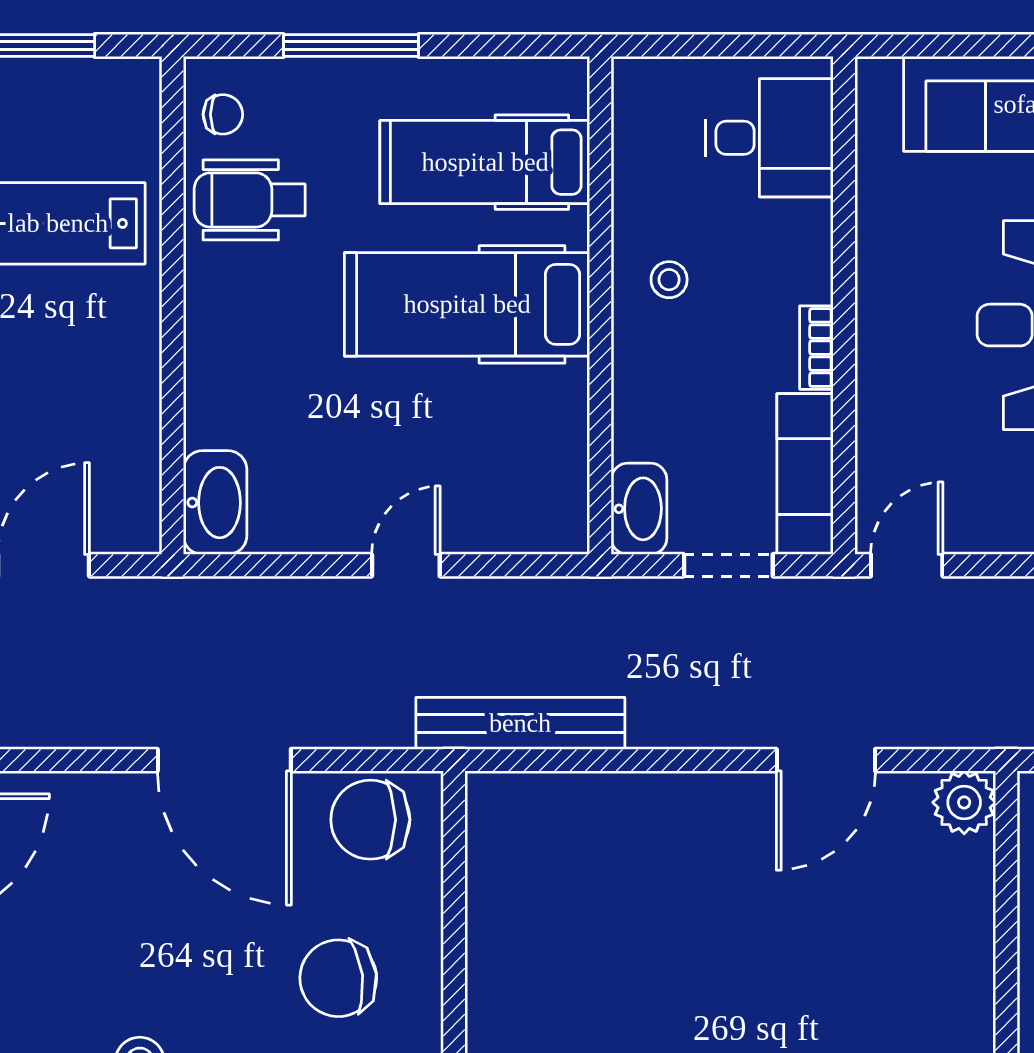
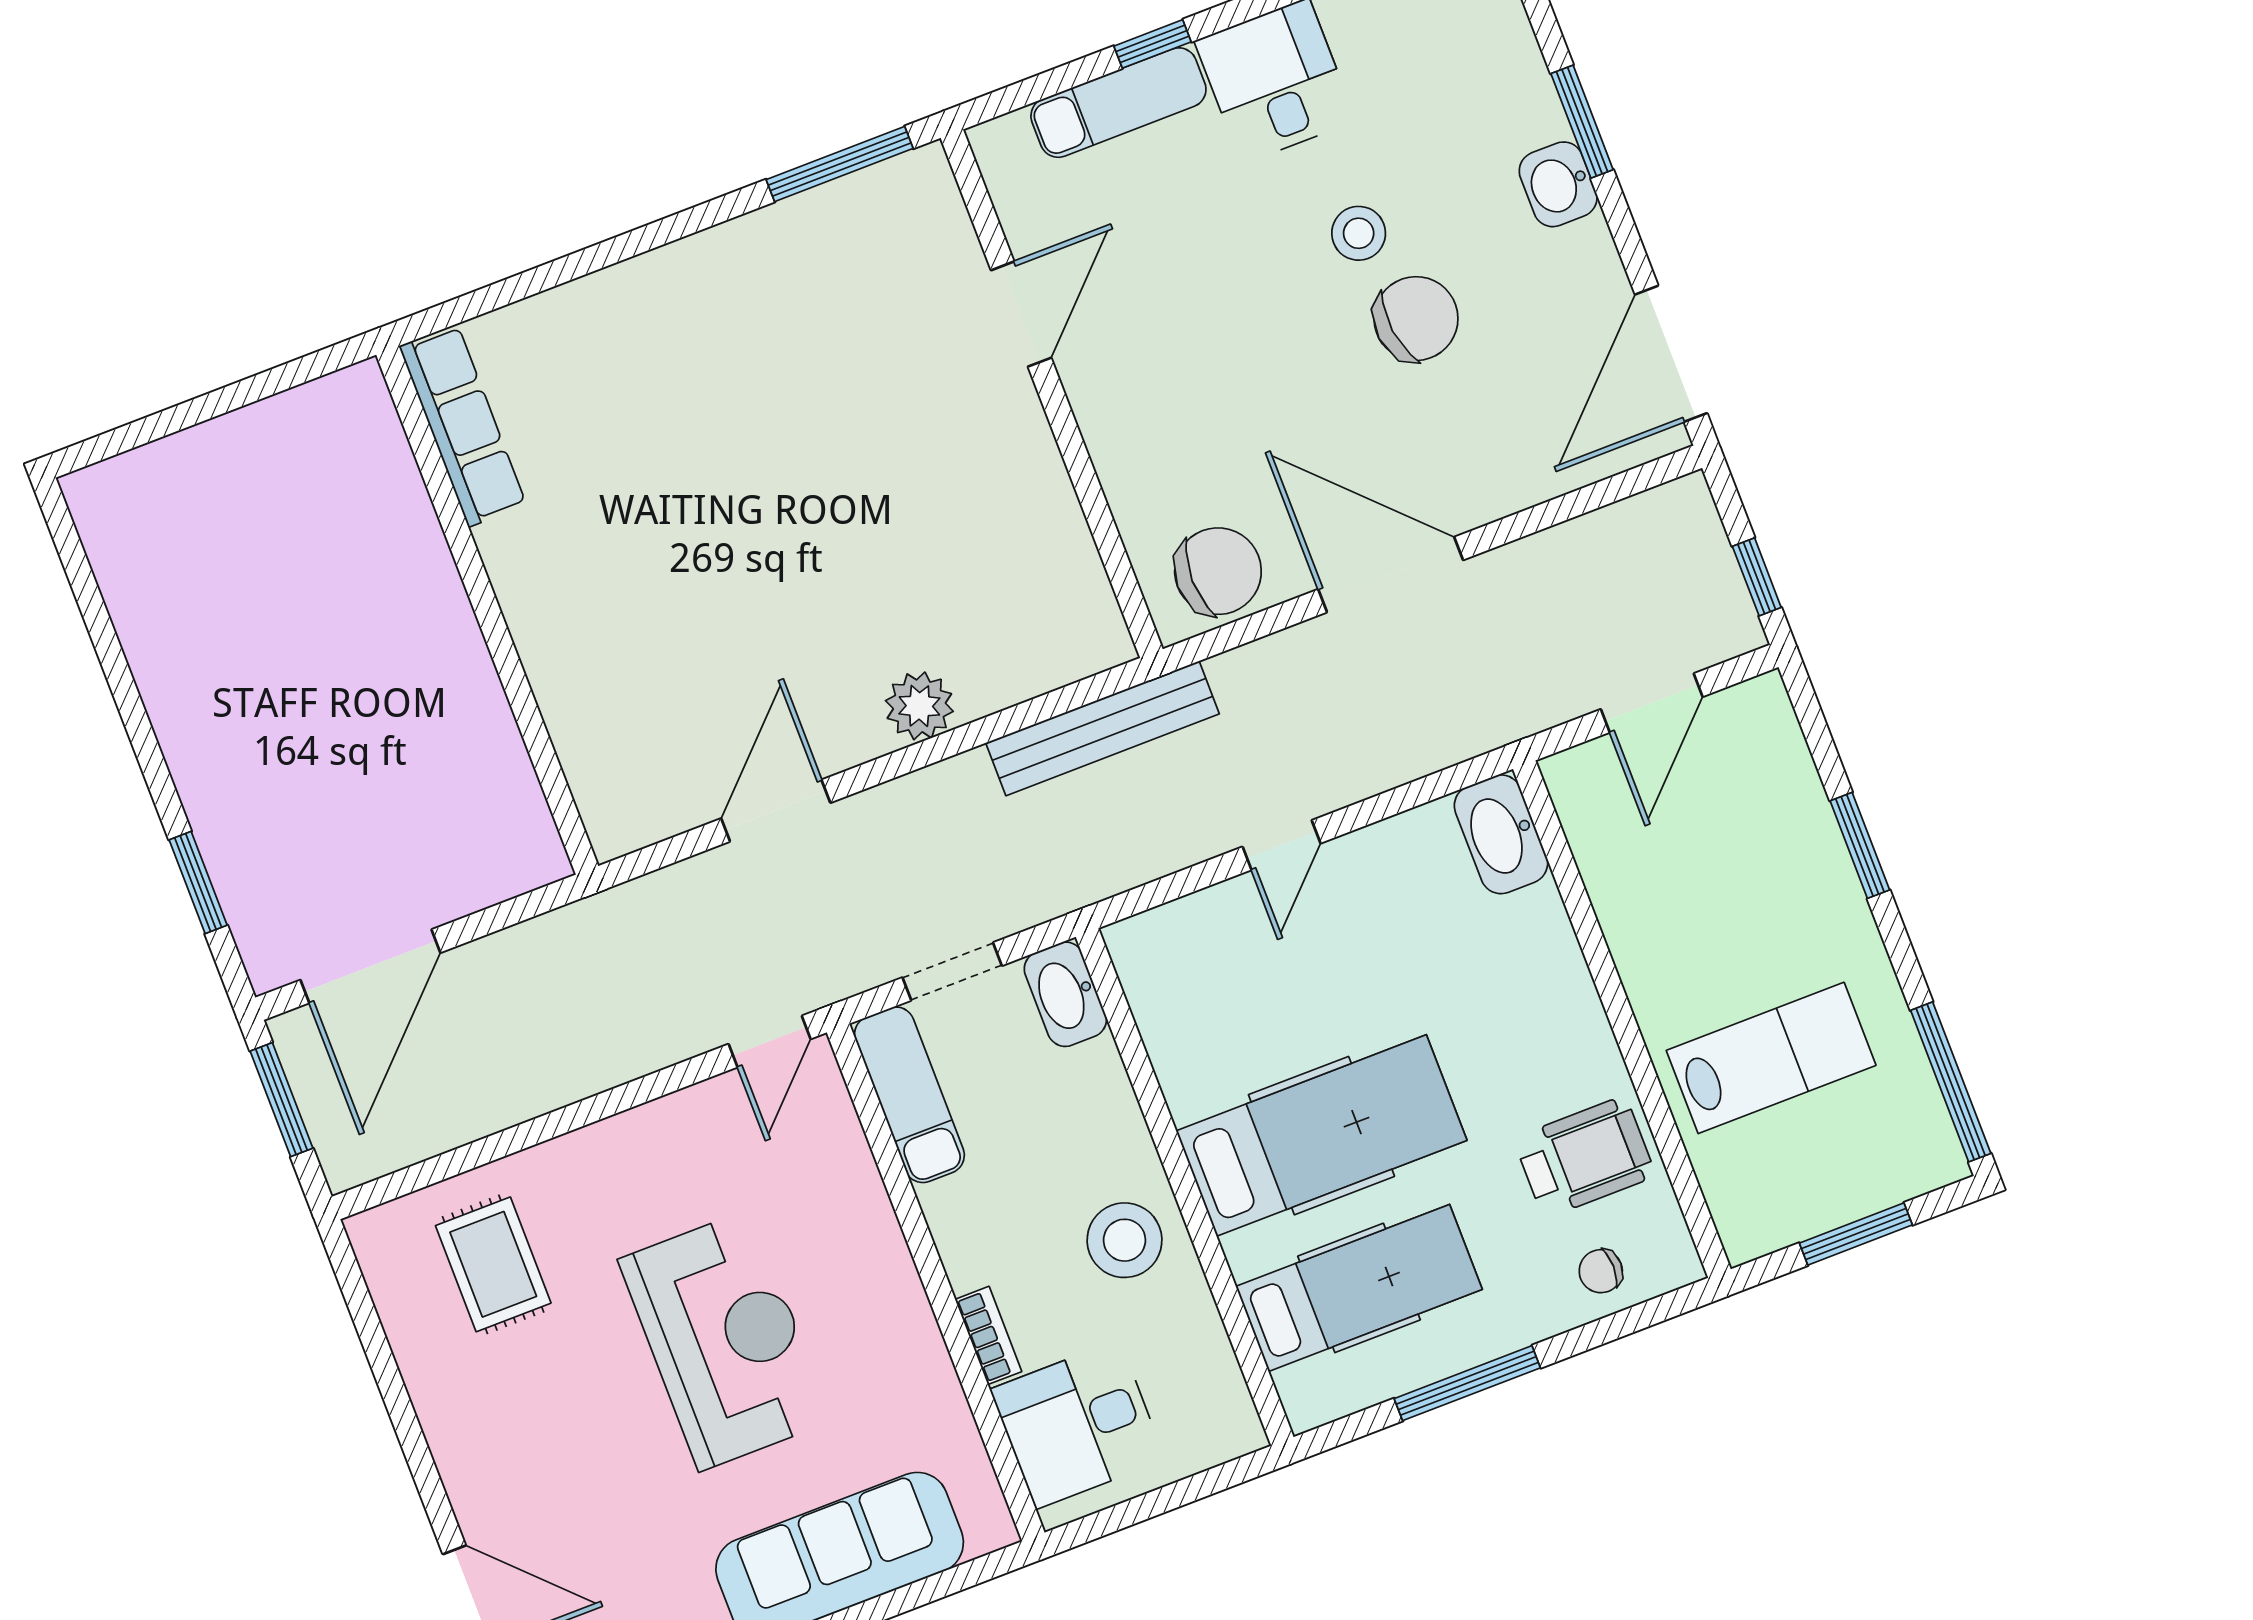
window: (351, 45) -> (1467, 1383), moved
chair: (223, 114) -> (1601, 1271), moved
stool: (669, 280) -> (1125, 1240), width x1.89, depth x1.89
bookcase: (816, 348) -> (988, 1335), moved
plant: (964, 802) -> (919, 706), moved
chair: (338, 978) -> (1416, 319), moved

